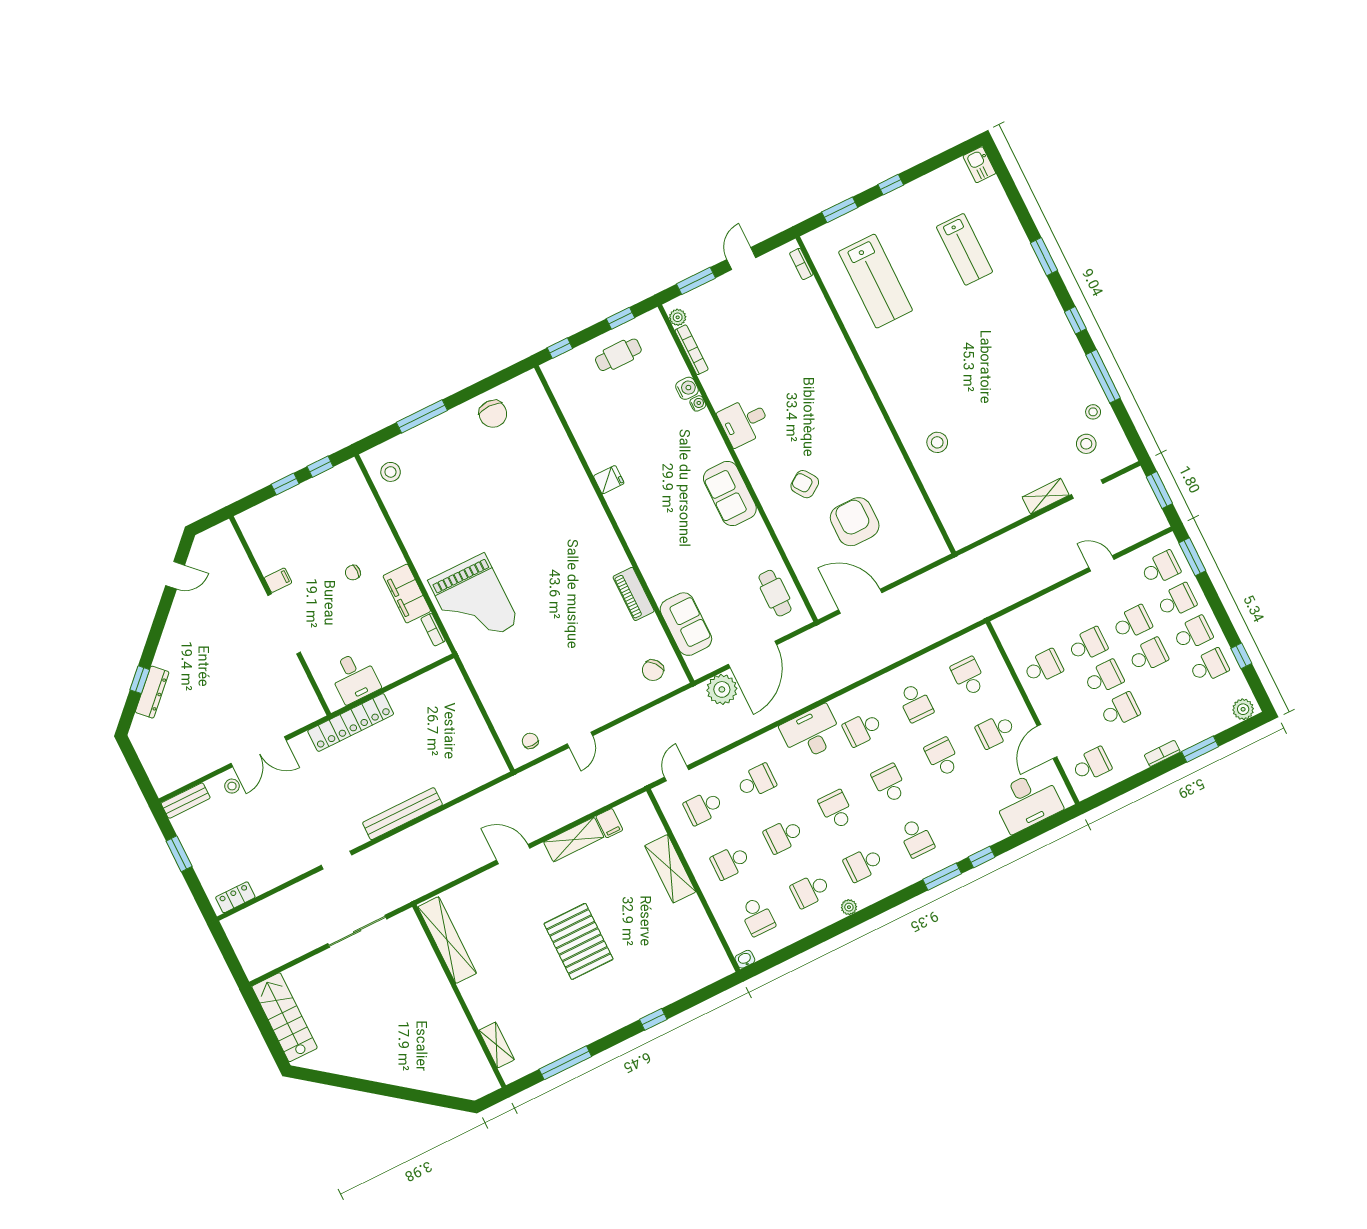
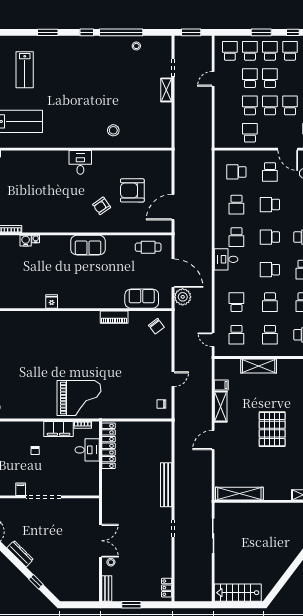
lab bench: (965, 249) -> (25, 70), turned 90
window: (1103, 376) -> (121, 32), width x1.46
desk: (744, 422) -> (80, 162), moved, turned 180
stool: (1086, 444) -> (150, 57), removed
window: (1192, 557) -> (261, 32), moved
desk: (354, 677) -> (87, 450), moved
dresser: (152, 692) -> (20, 554), moved
school desk: (915, 703) -> (236, 205), turned 90
locker: (351, 722) -> (108, 446), moved
desk: (811, 733) -> (226, 259), width x0.73
door: (580, 740) -> (173, 379), hinge flipped
pallet: (579, 941) -> (272, 429), turned 90

